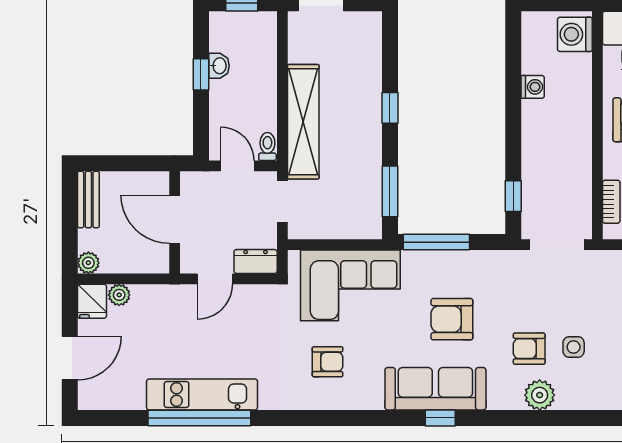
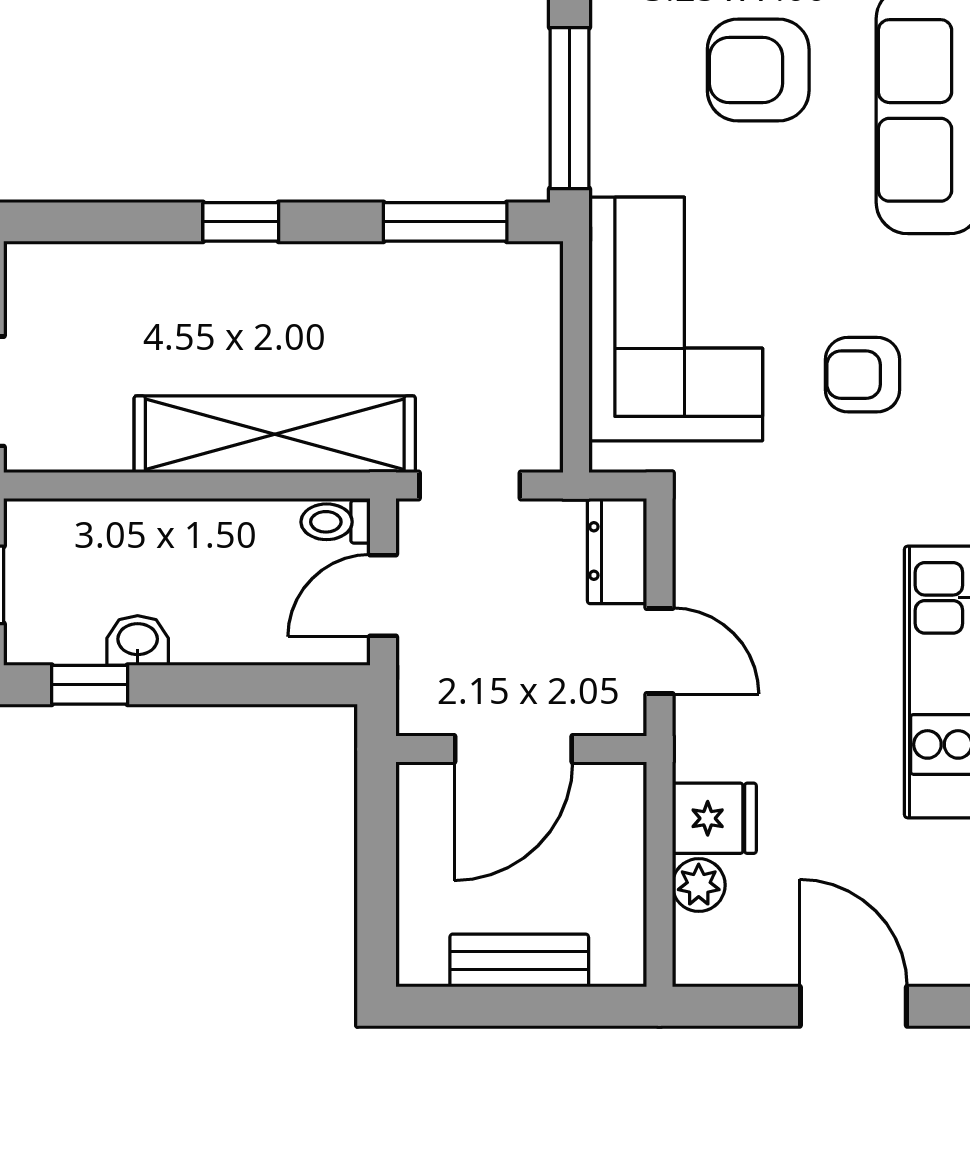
window: (201, 74) -> (90, 685), moved
bench: (88, 200) -> (519, 961), moved
plant: (88, 263) -> (620, 960), removed
fridge: (92, 301) -> (714, 818), moved
armchair: (452, 319) -> (758, 70), turned 90
armchair: (328, 362) -> (862, 375), turned -90

